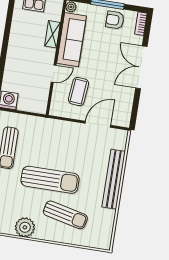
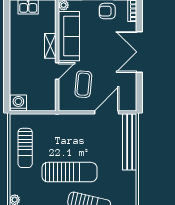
shelving: (53, 34) -> (50, 46), moved
bench: (114, 179) -> (130, 142), moved

